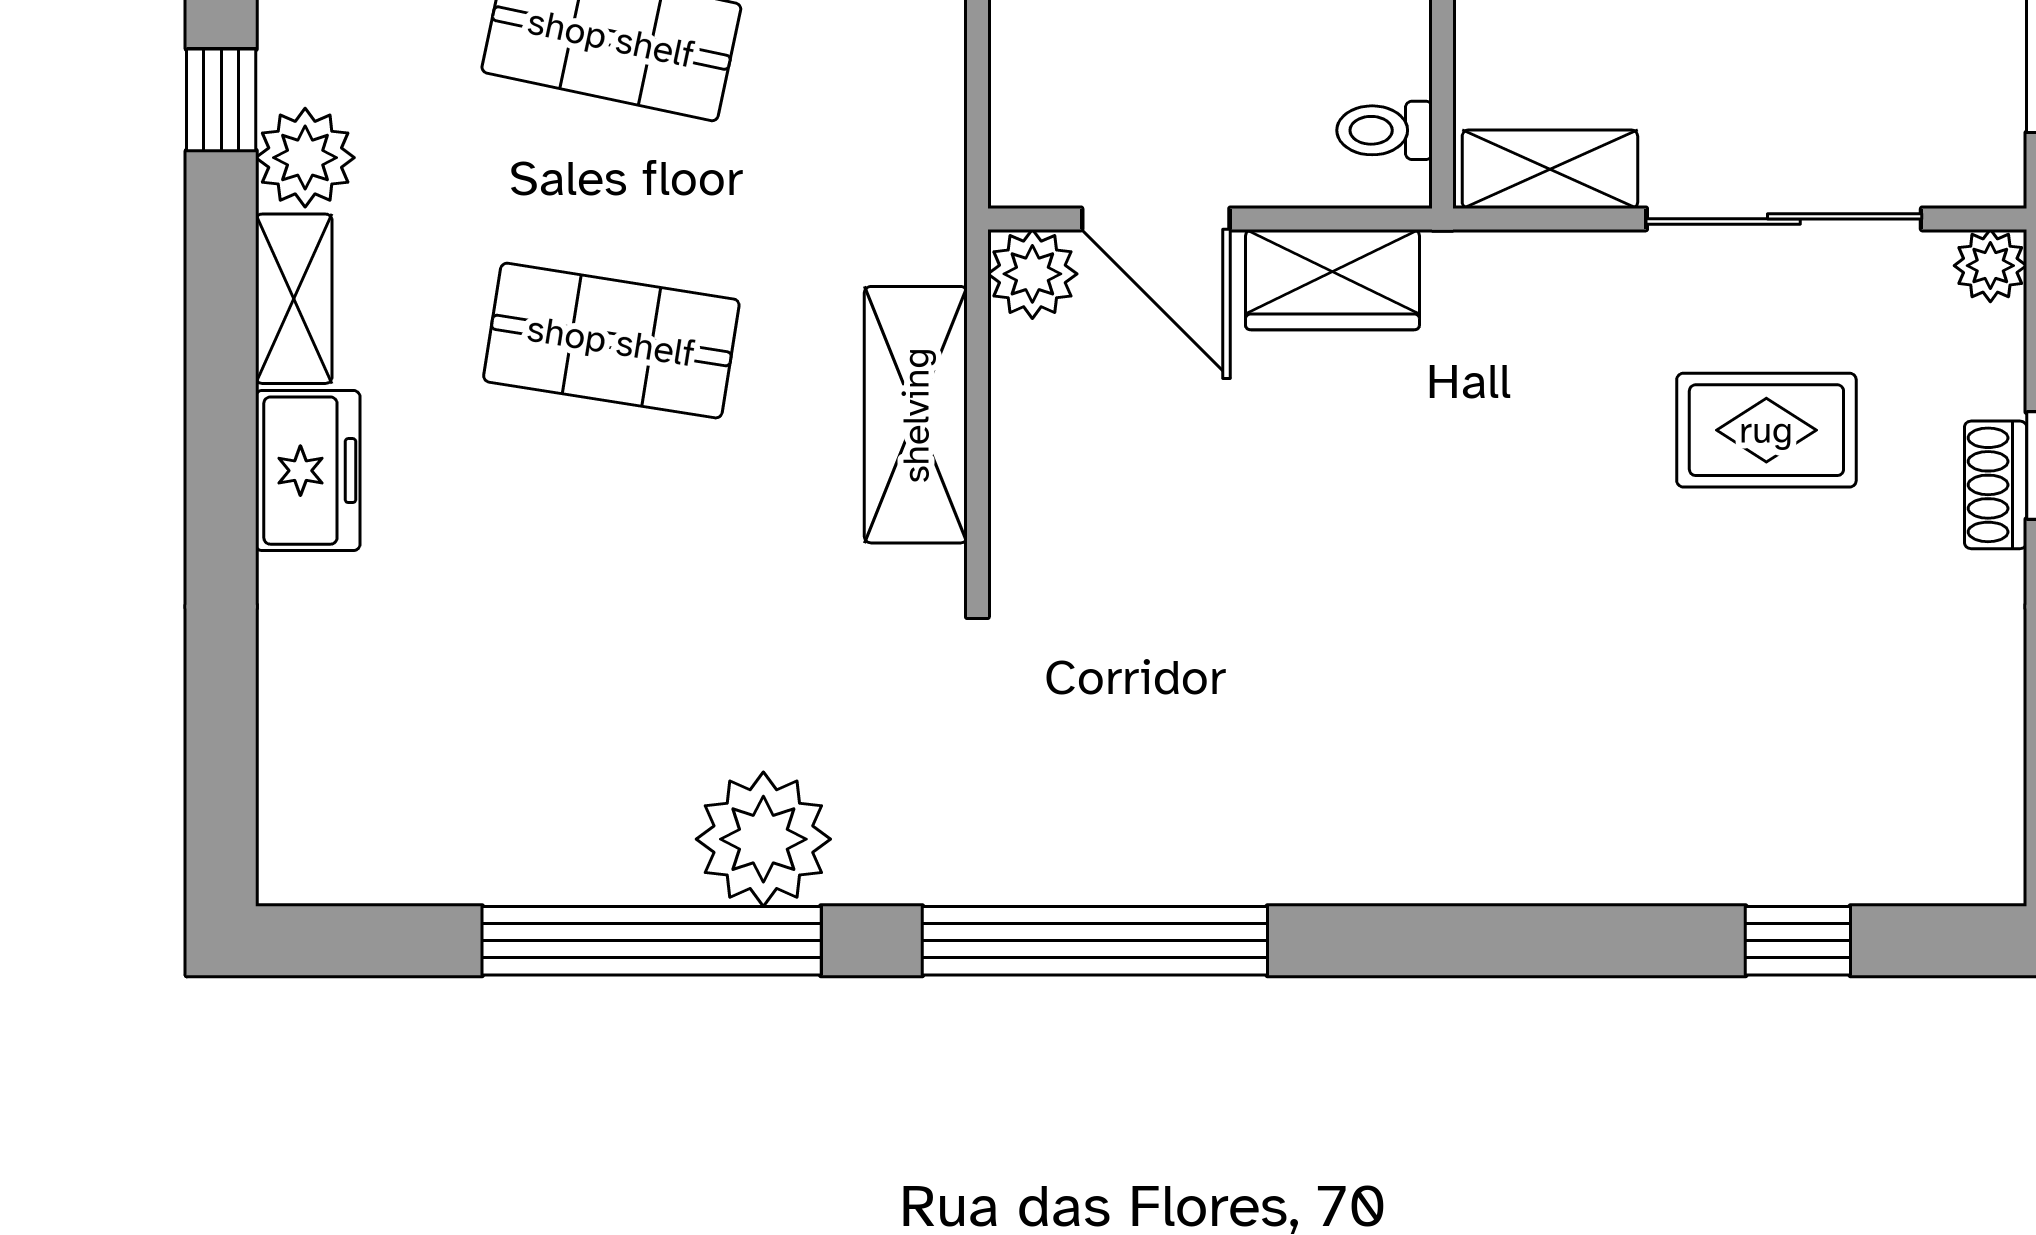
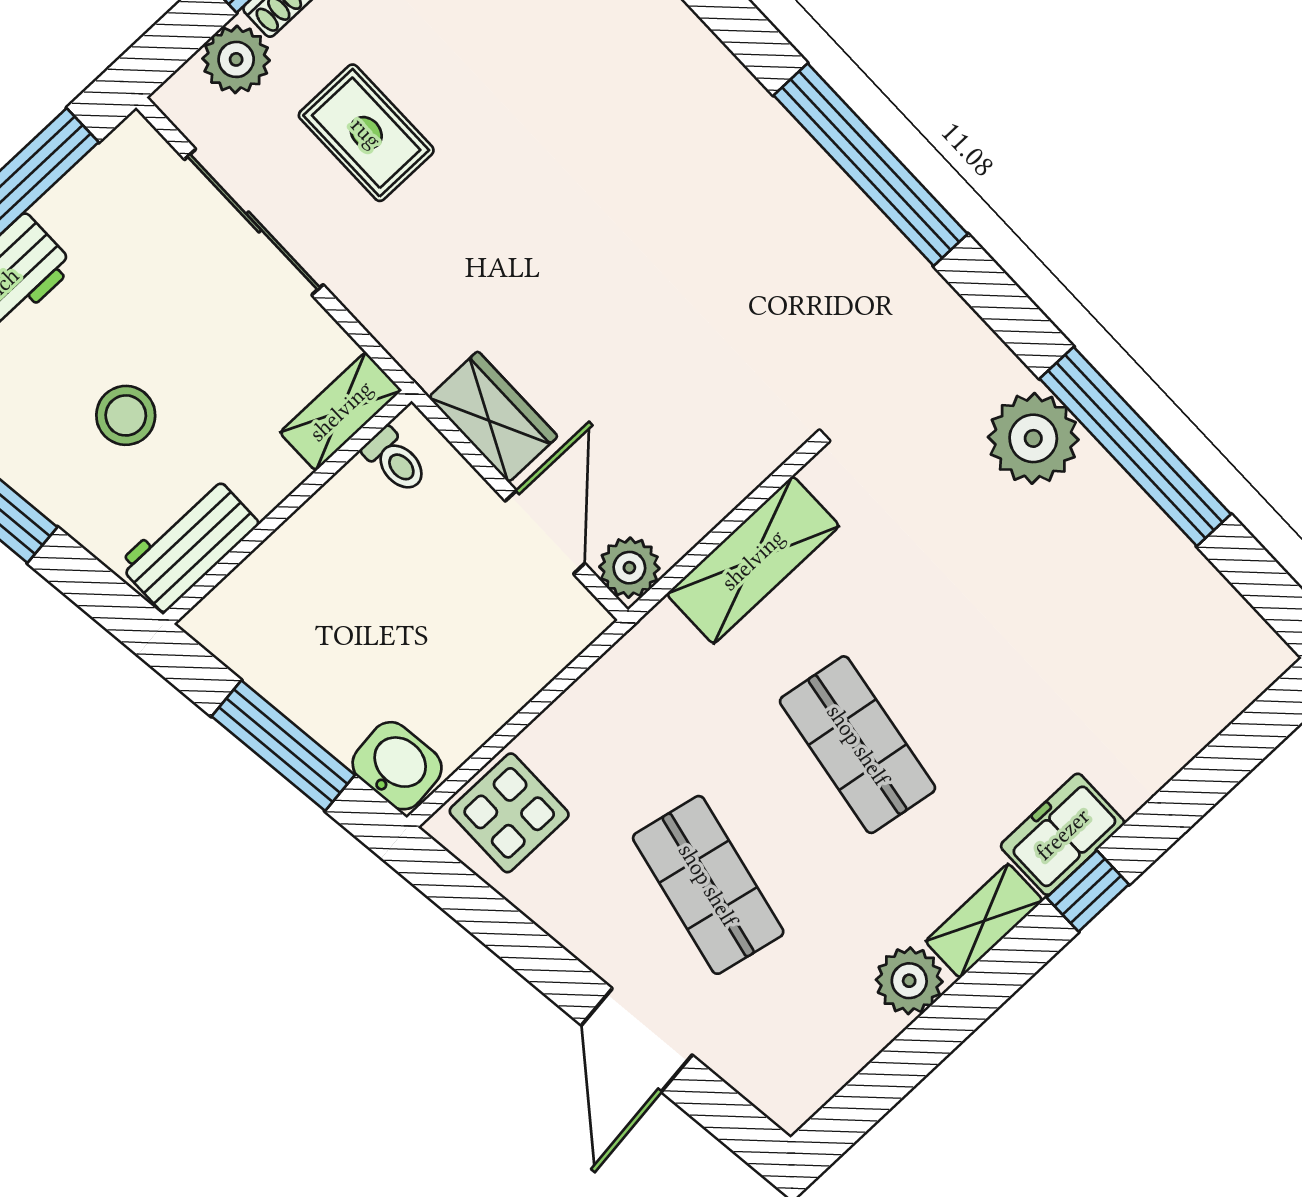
window: (221, 100) -> (1088, 891), moved
shelving: (1550, 169) -> (341, 411), moved, turned 90
plant: (1990, 266) -> (236, 59), moved, width x1.38, depth x1.38
window: (1095, 941) -> (871, 165), moved

